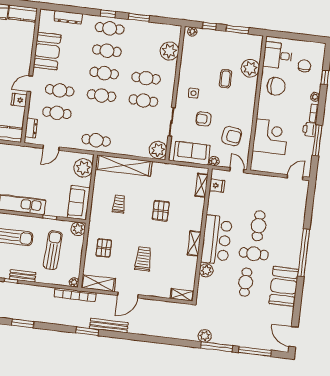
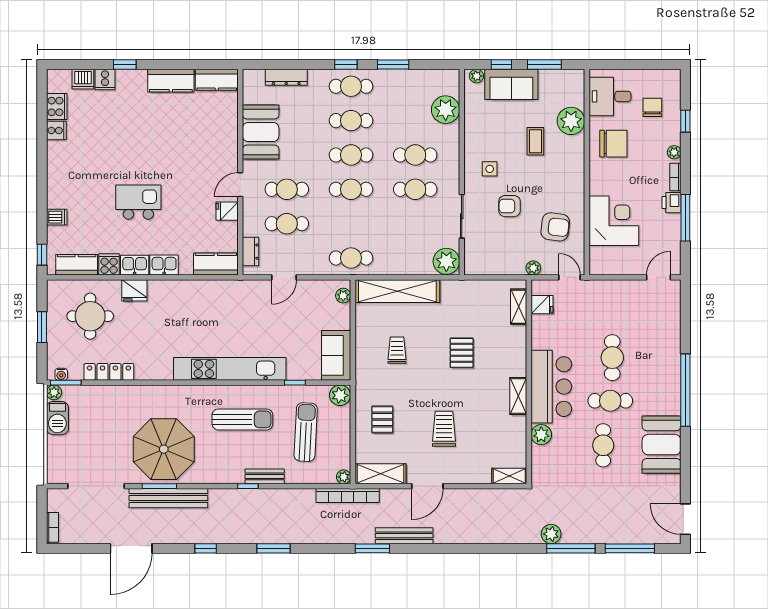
sofa: (192, 153) -> (511, 84), moved, turned 180
plant: (83, 168) -> (343, 296), width x0.53, depth x0.53

